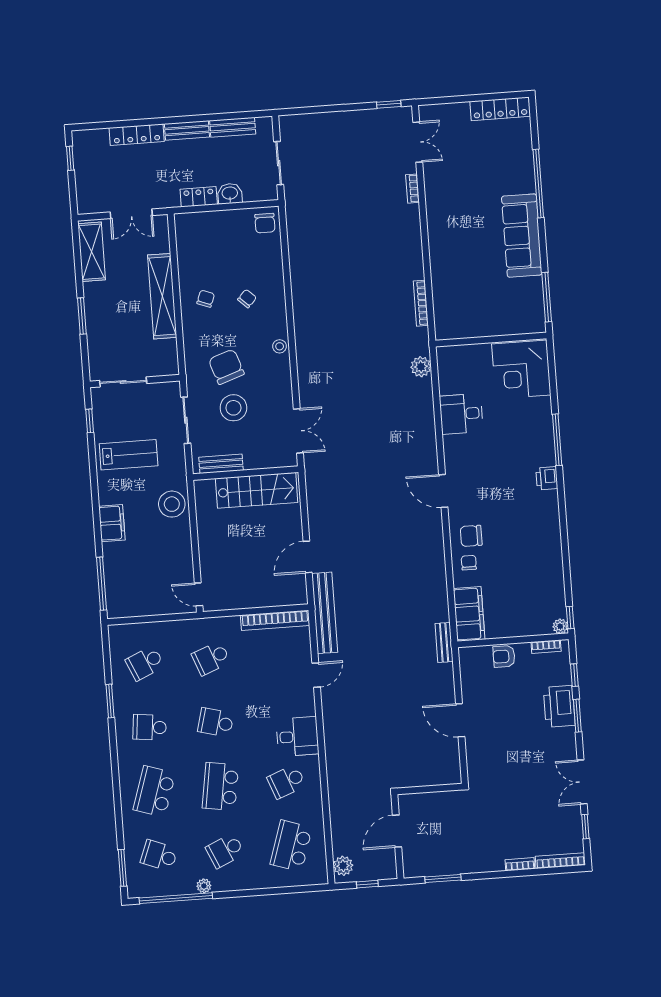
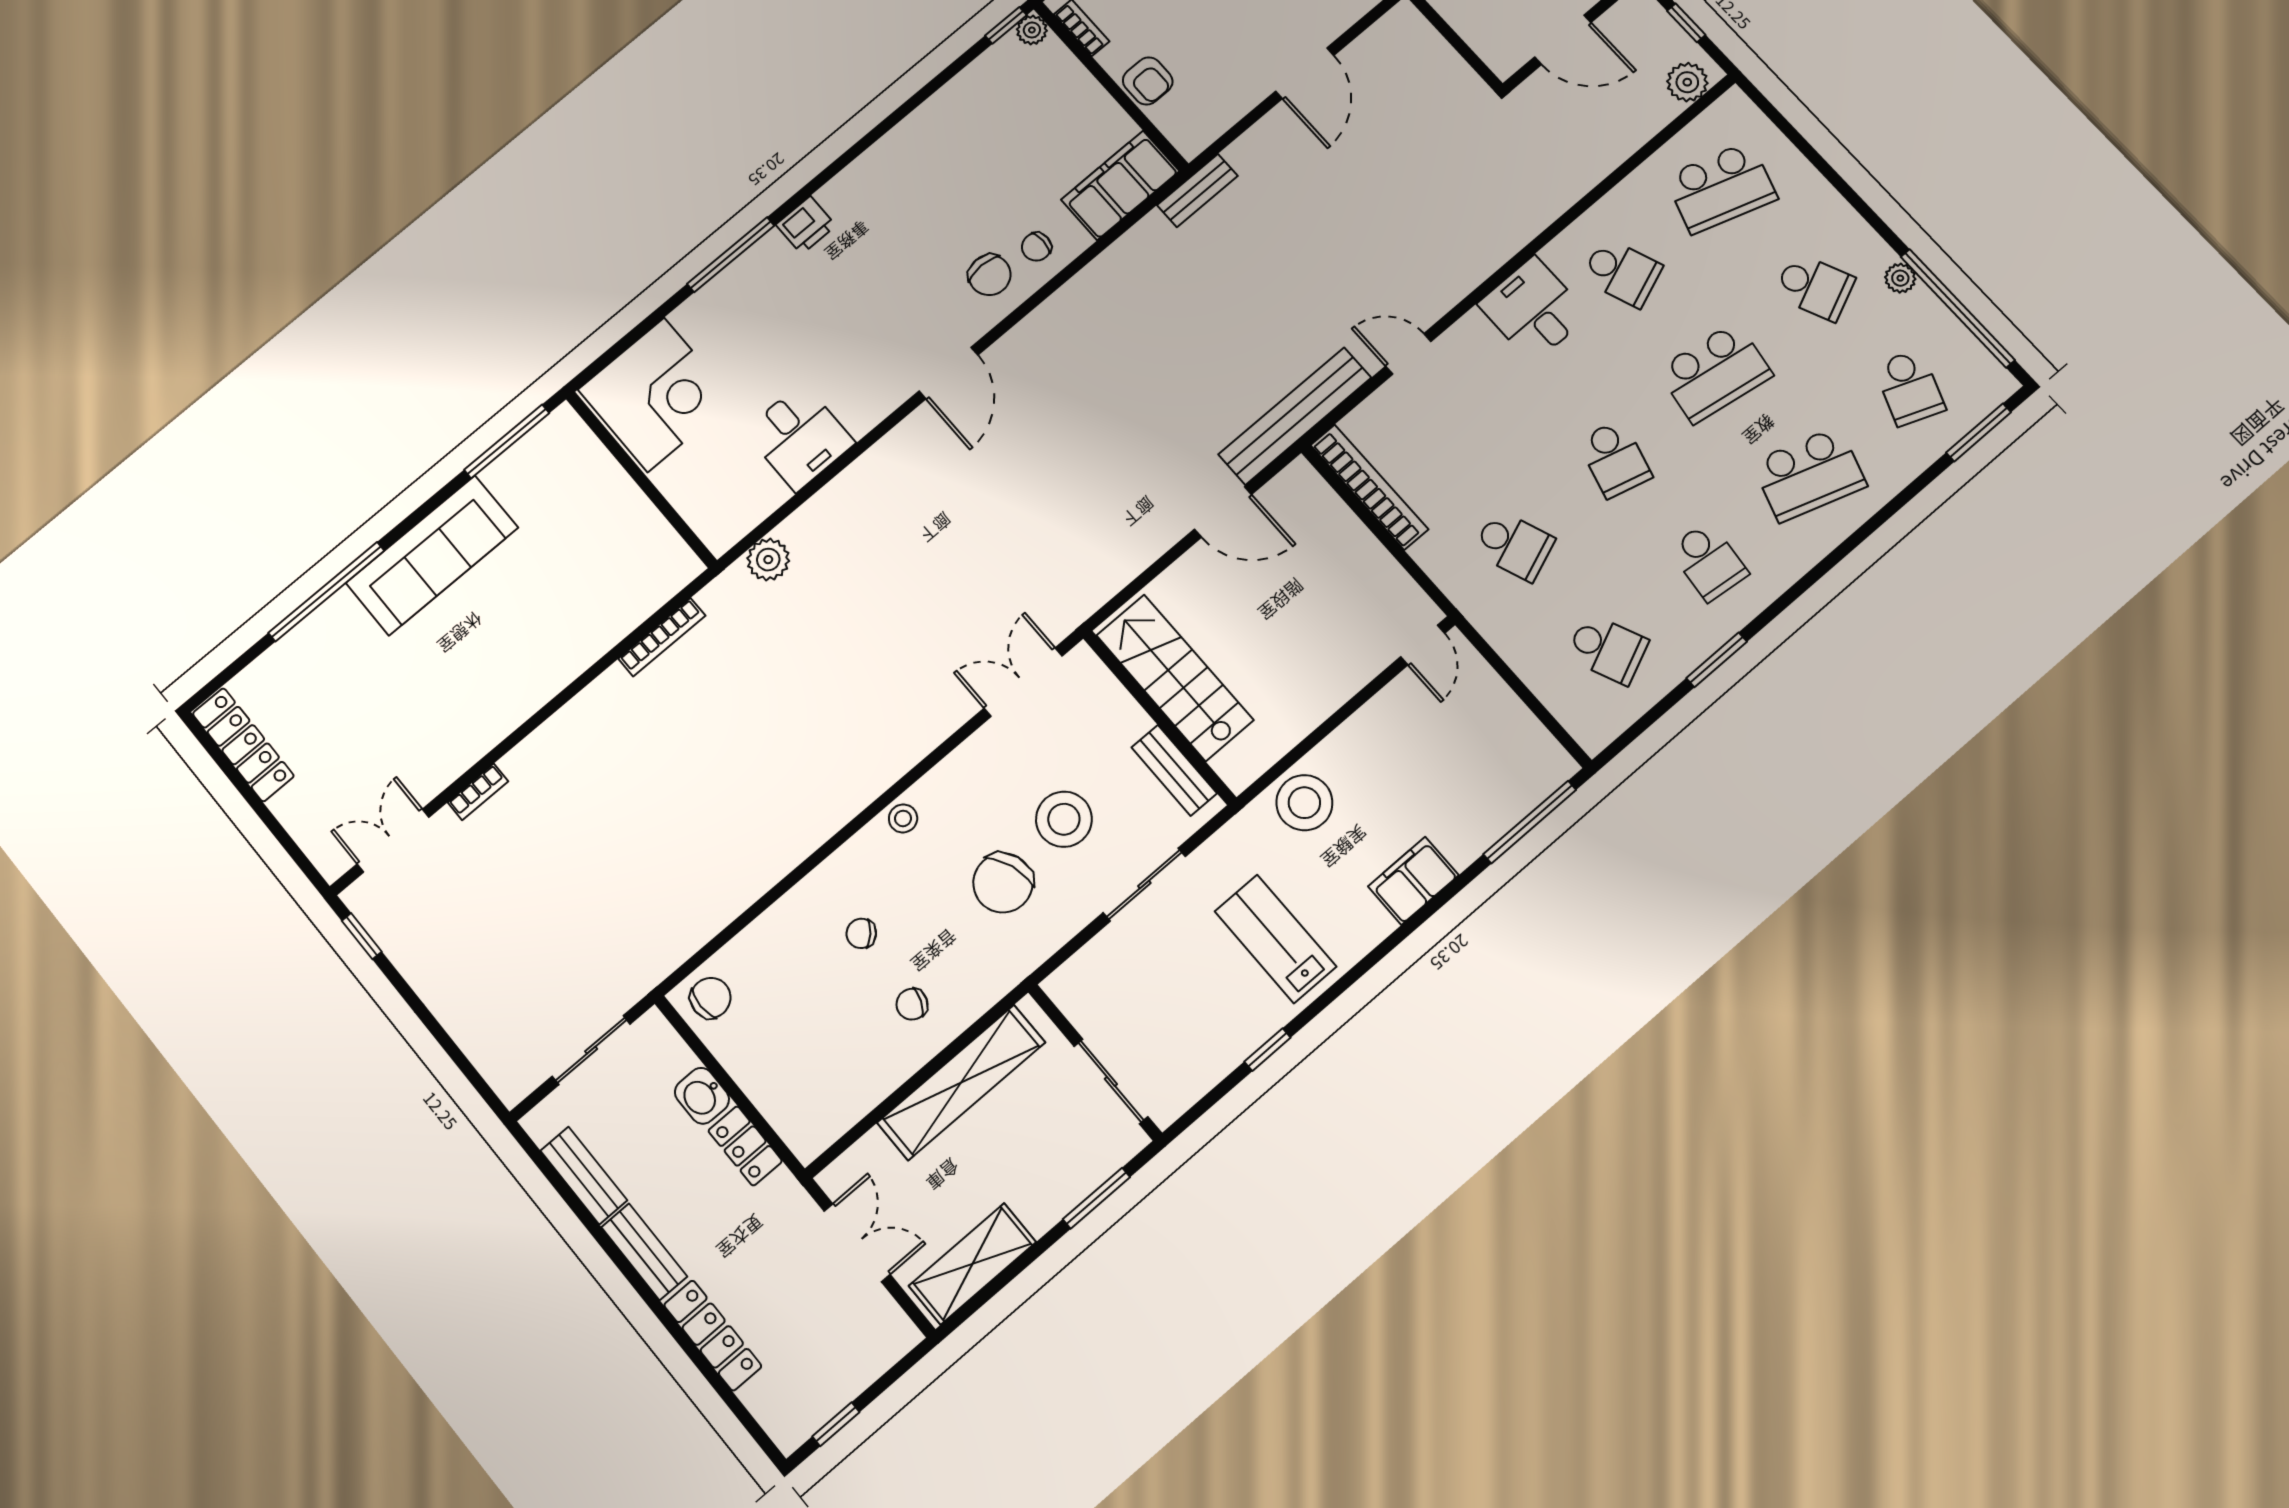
wall: (135, 381) -> (1095, 1062), moved
sliding door: (123, 382) -> (1111, 1081), moved

